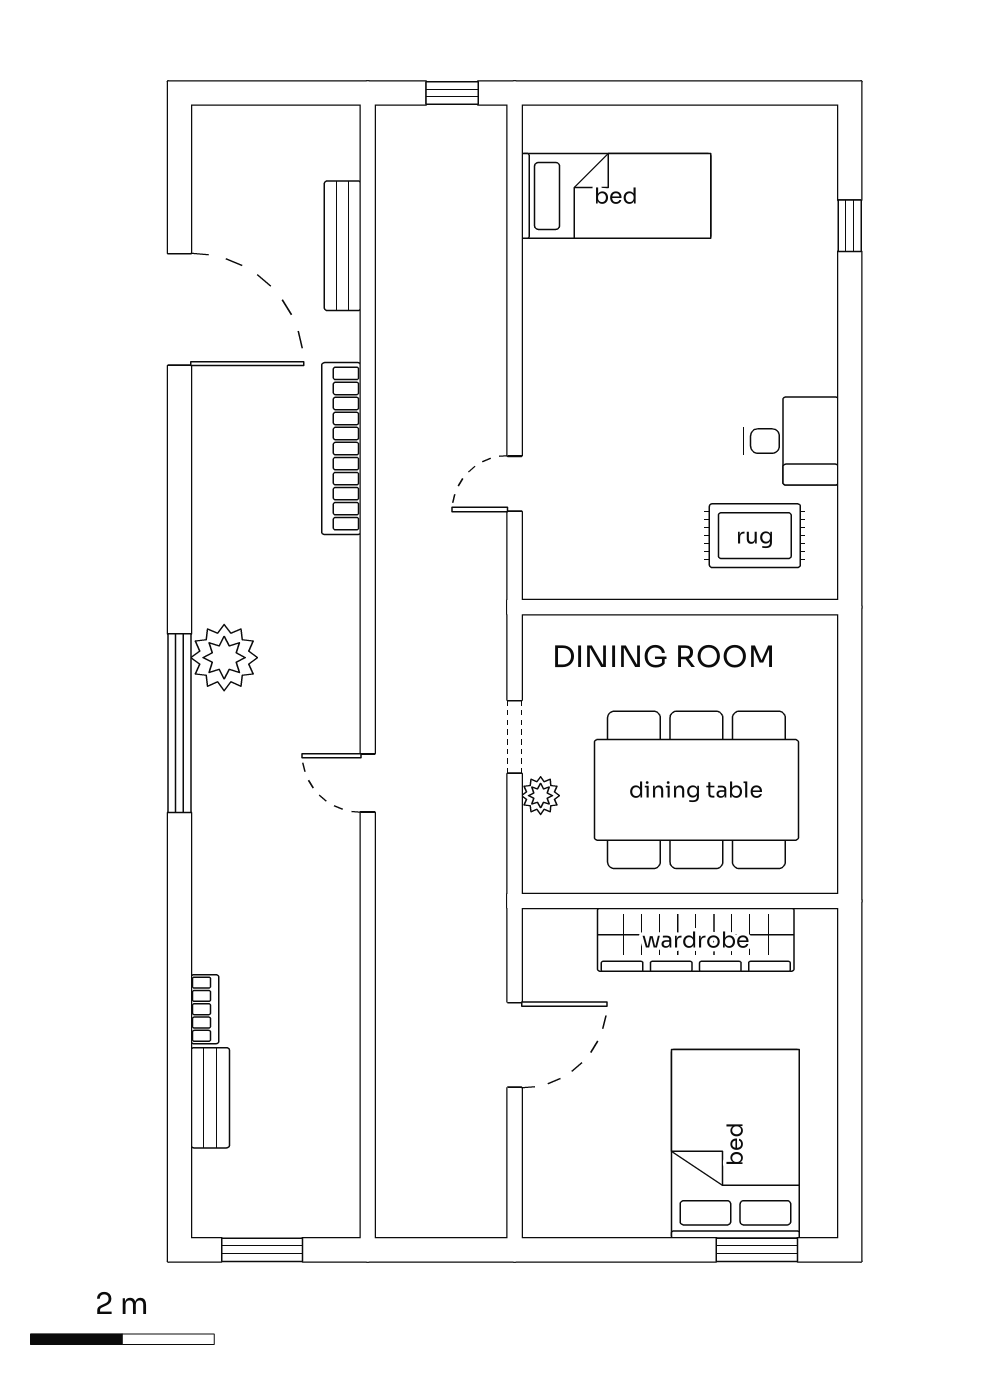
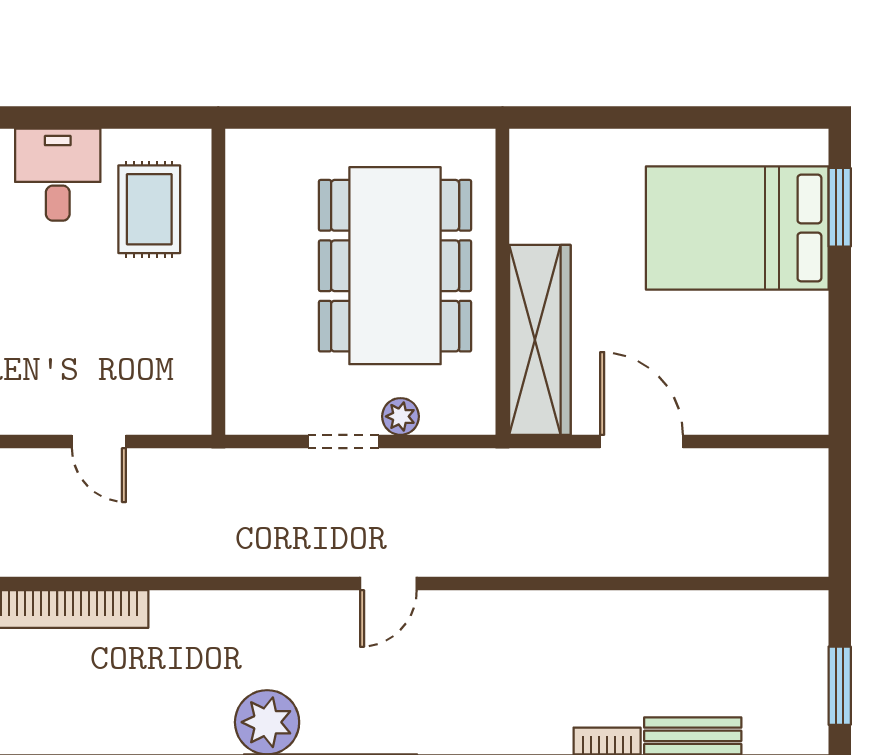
wardrobe: (696, 940) -> (540, 340), moved

